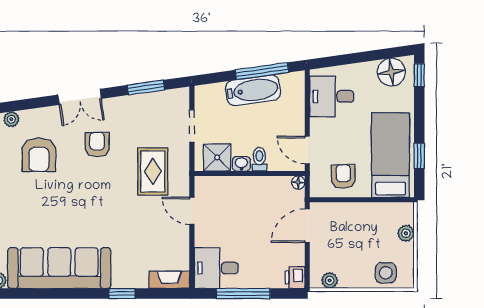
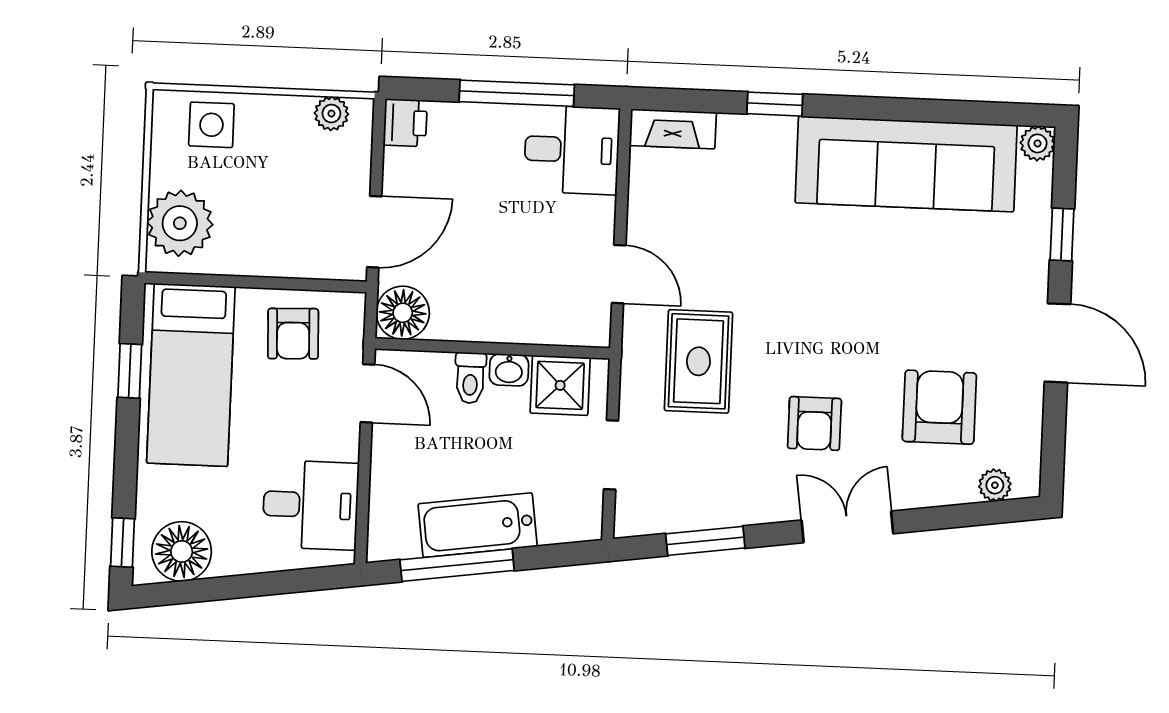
floor lamp: (298, 183) -> (403, 313), width x1.89, depth x1.89
plant: (406, 233) -> (180, 223), width x1.88, depth x1.88

